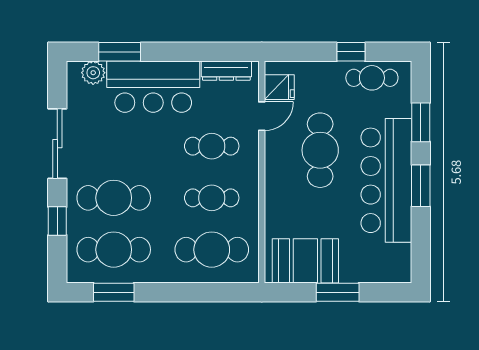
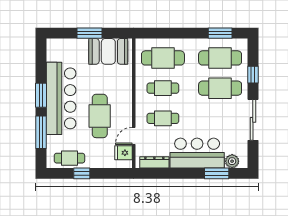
window: (421, 122) -> (41, 132), width x1.44

